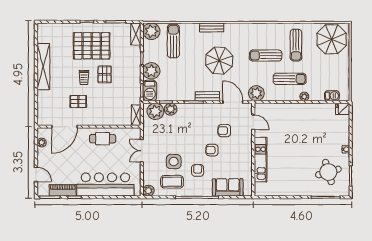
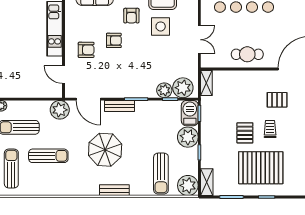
armchair: (224, 131) -> (86, 50), moved

